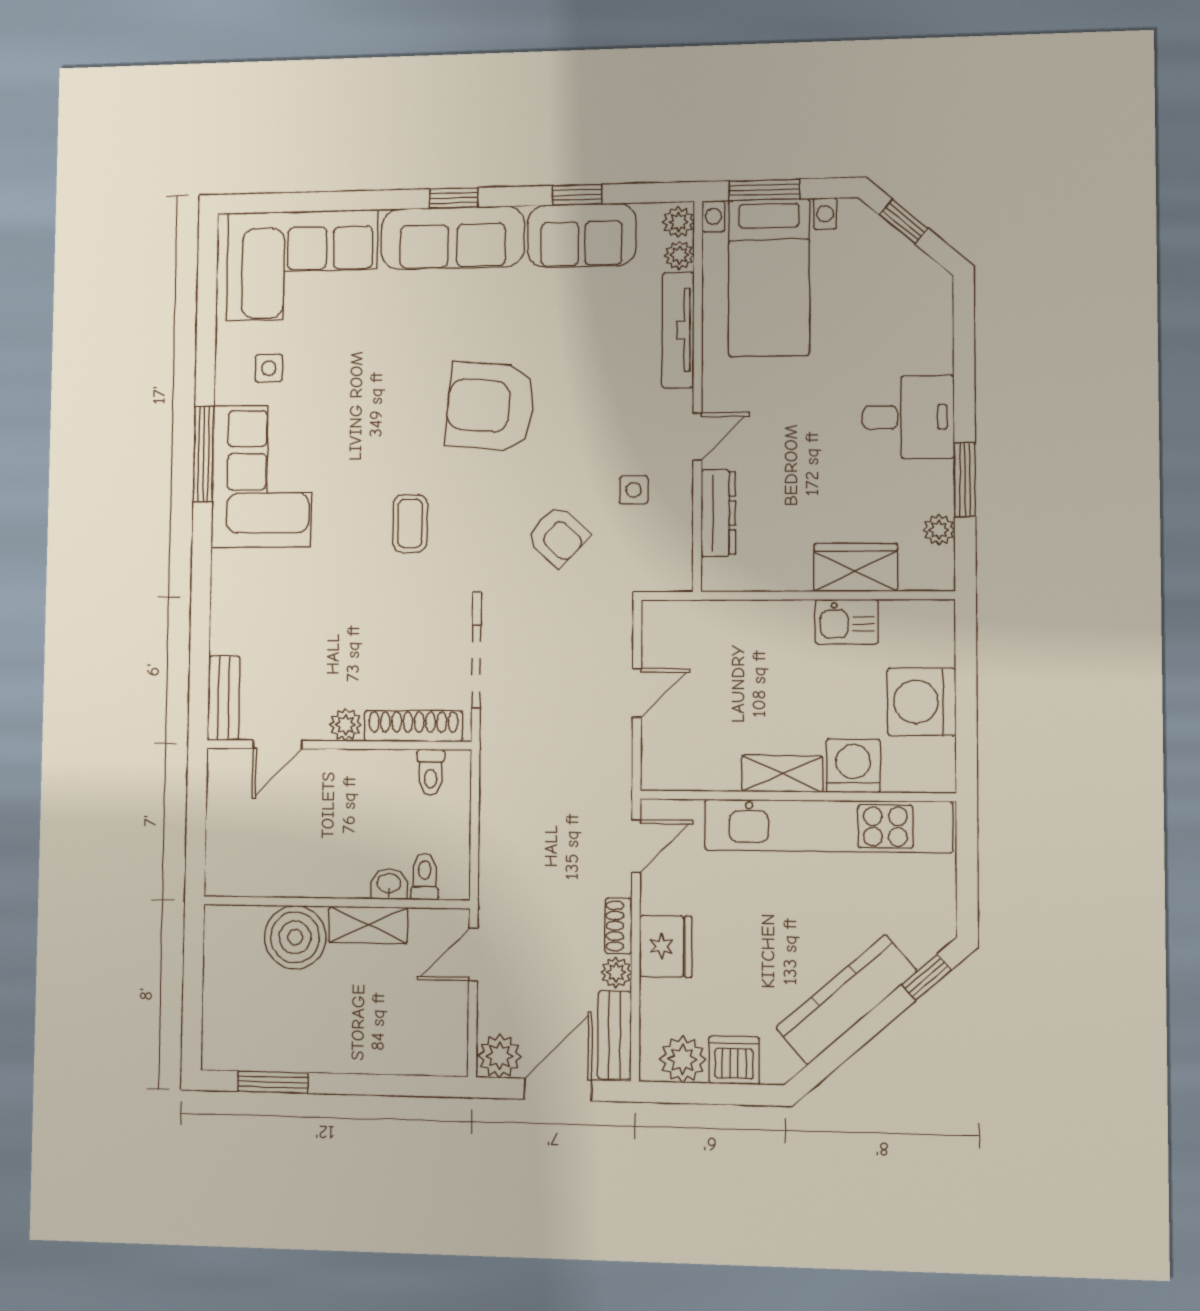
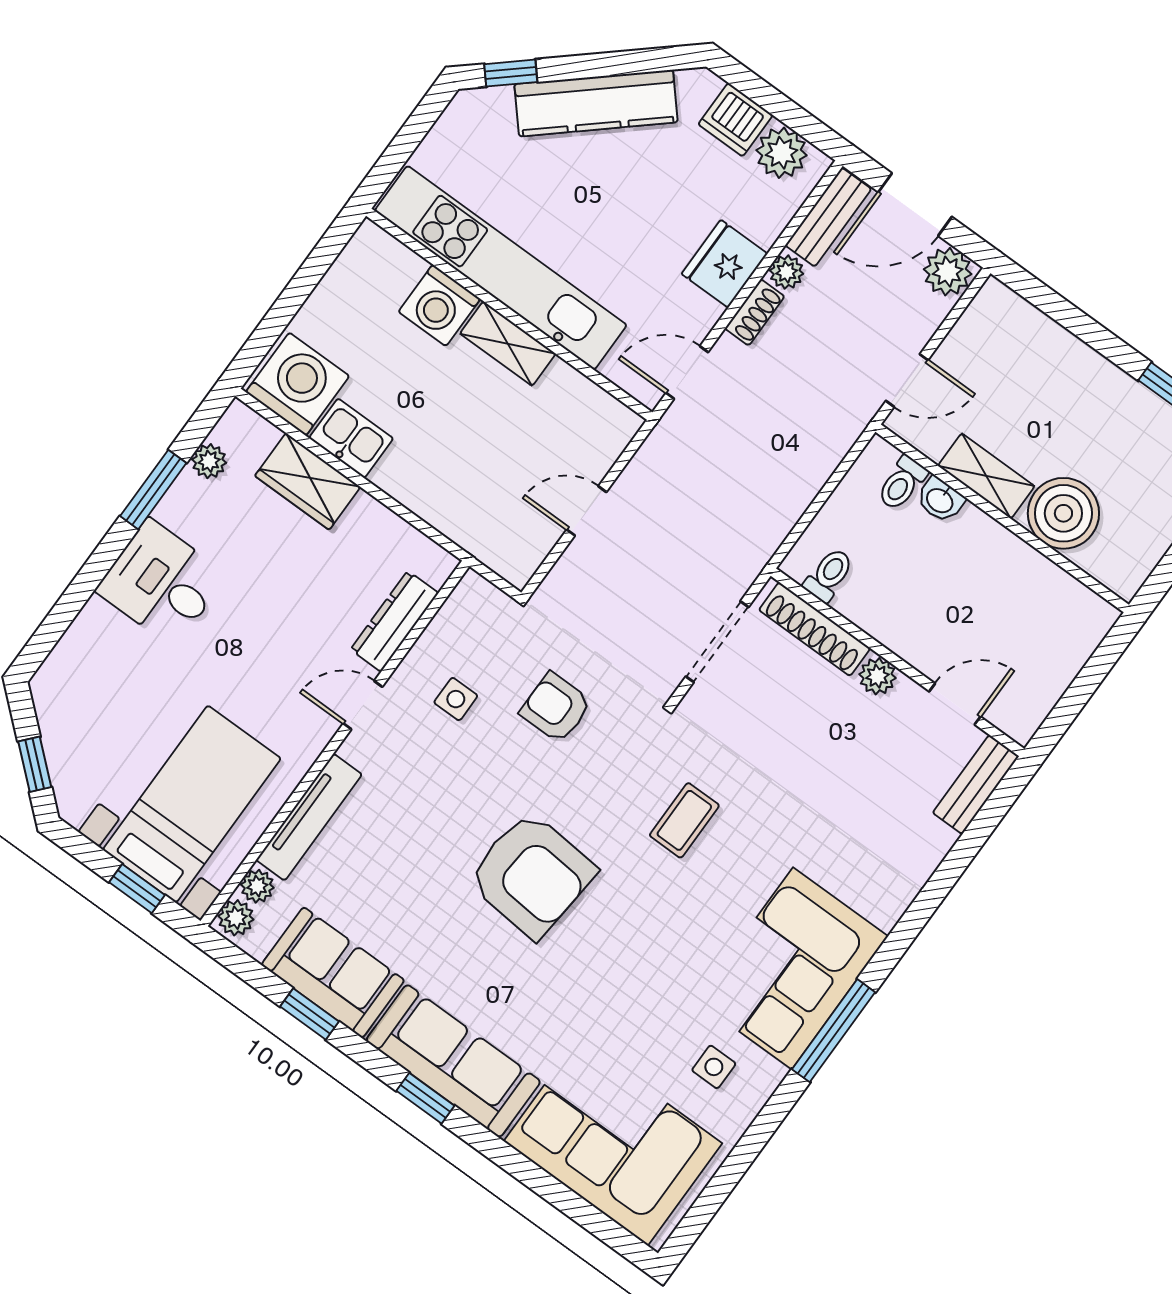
window: (764, 190) -> (137, 889), width x0.67
armchair: (558, 536) -> (556, 708), turned -43
washing machine: (922, 702) -> (298, 384), moved, turned -90

